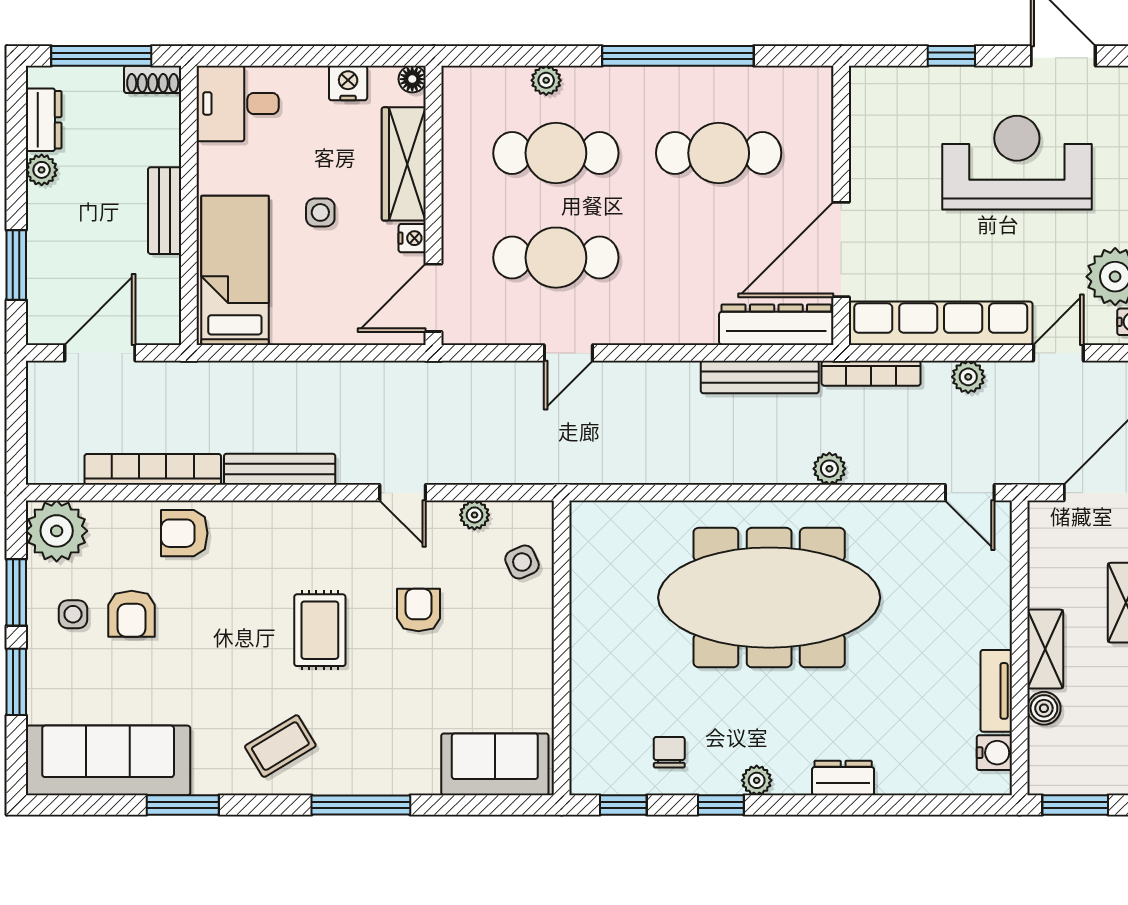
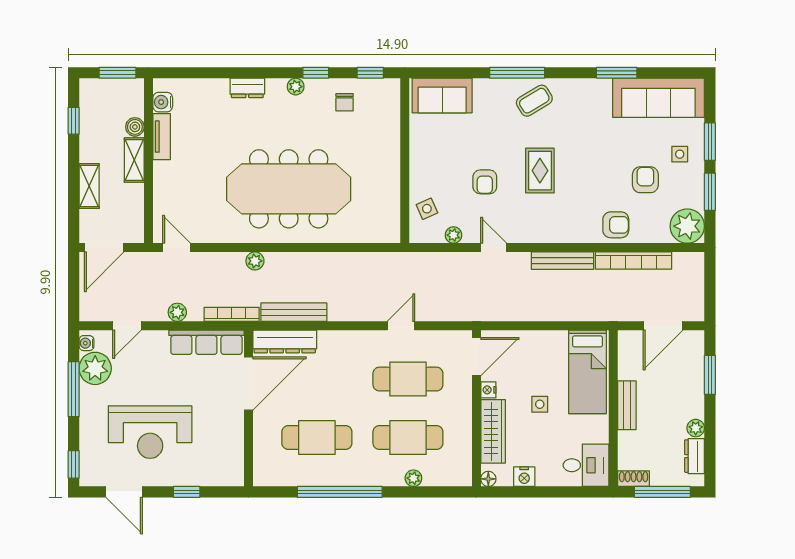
row of seats: (941, 323) -> (206, 342), width x0.73
side table: (73, 614) -> (680, 154), moved
coffee table: (280, 746) -> (534, 101), moved

